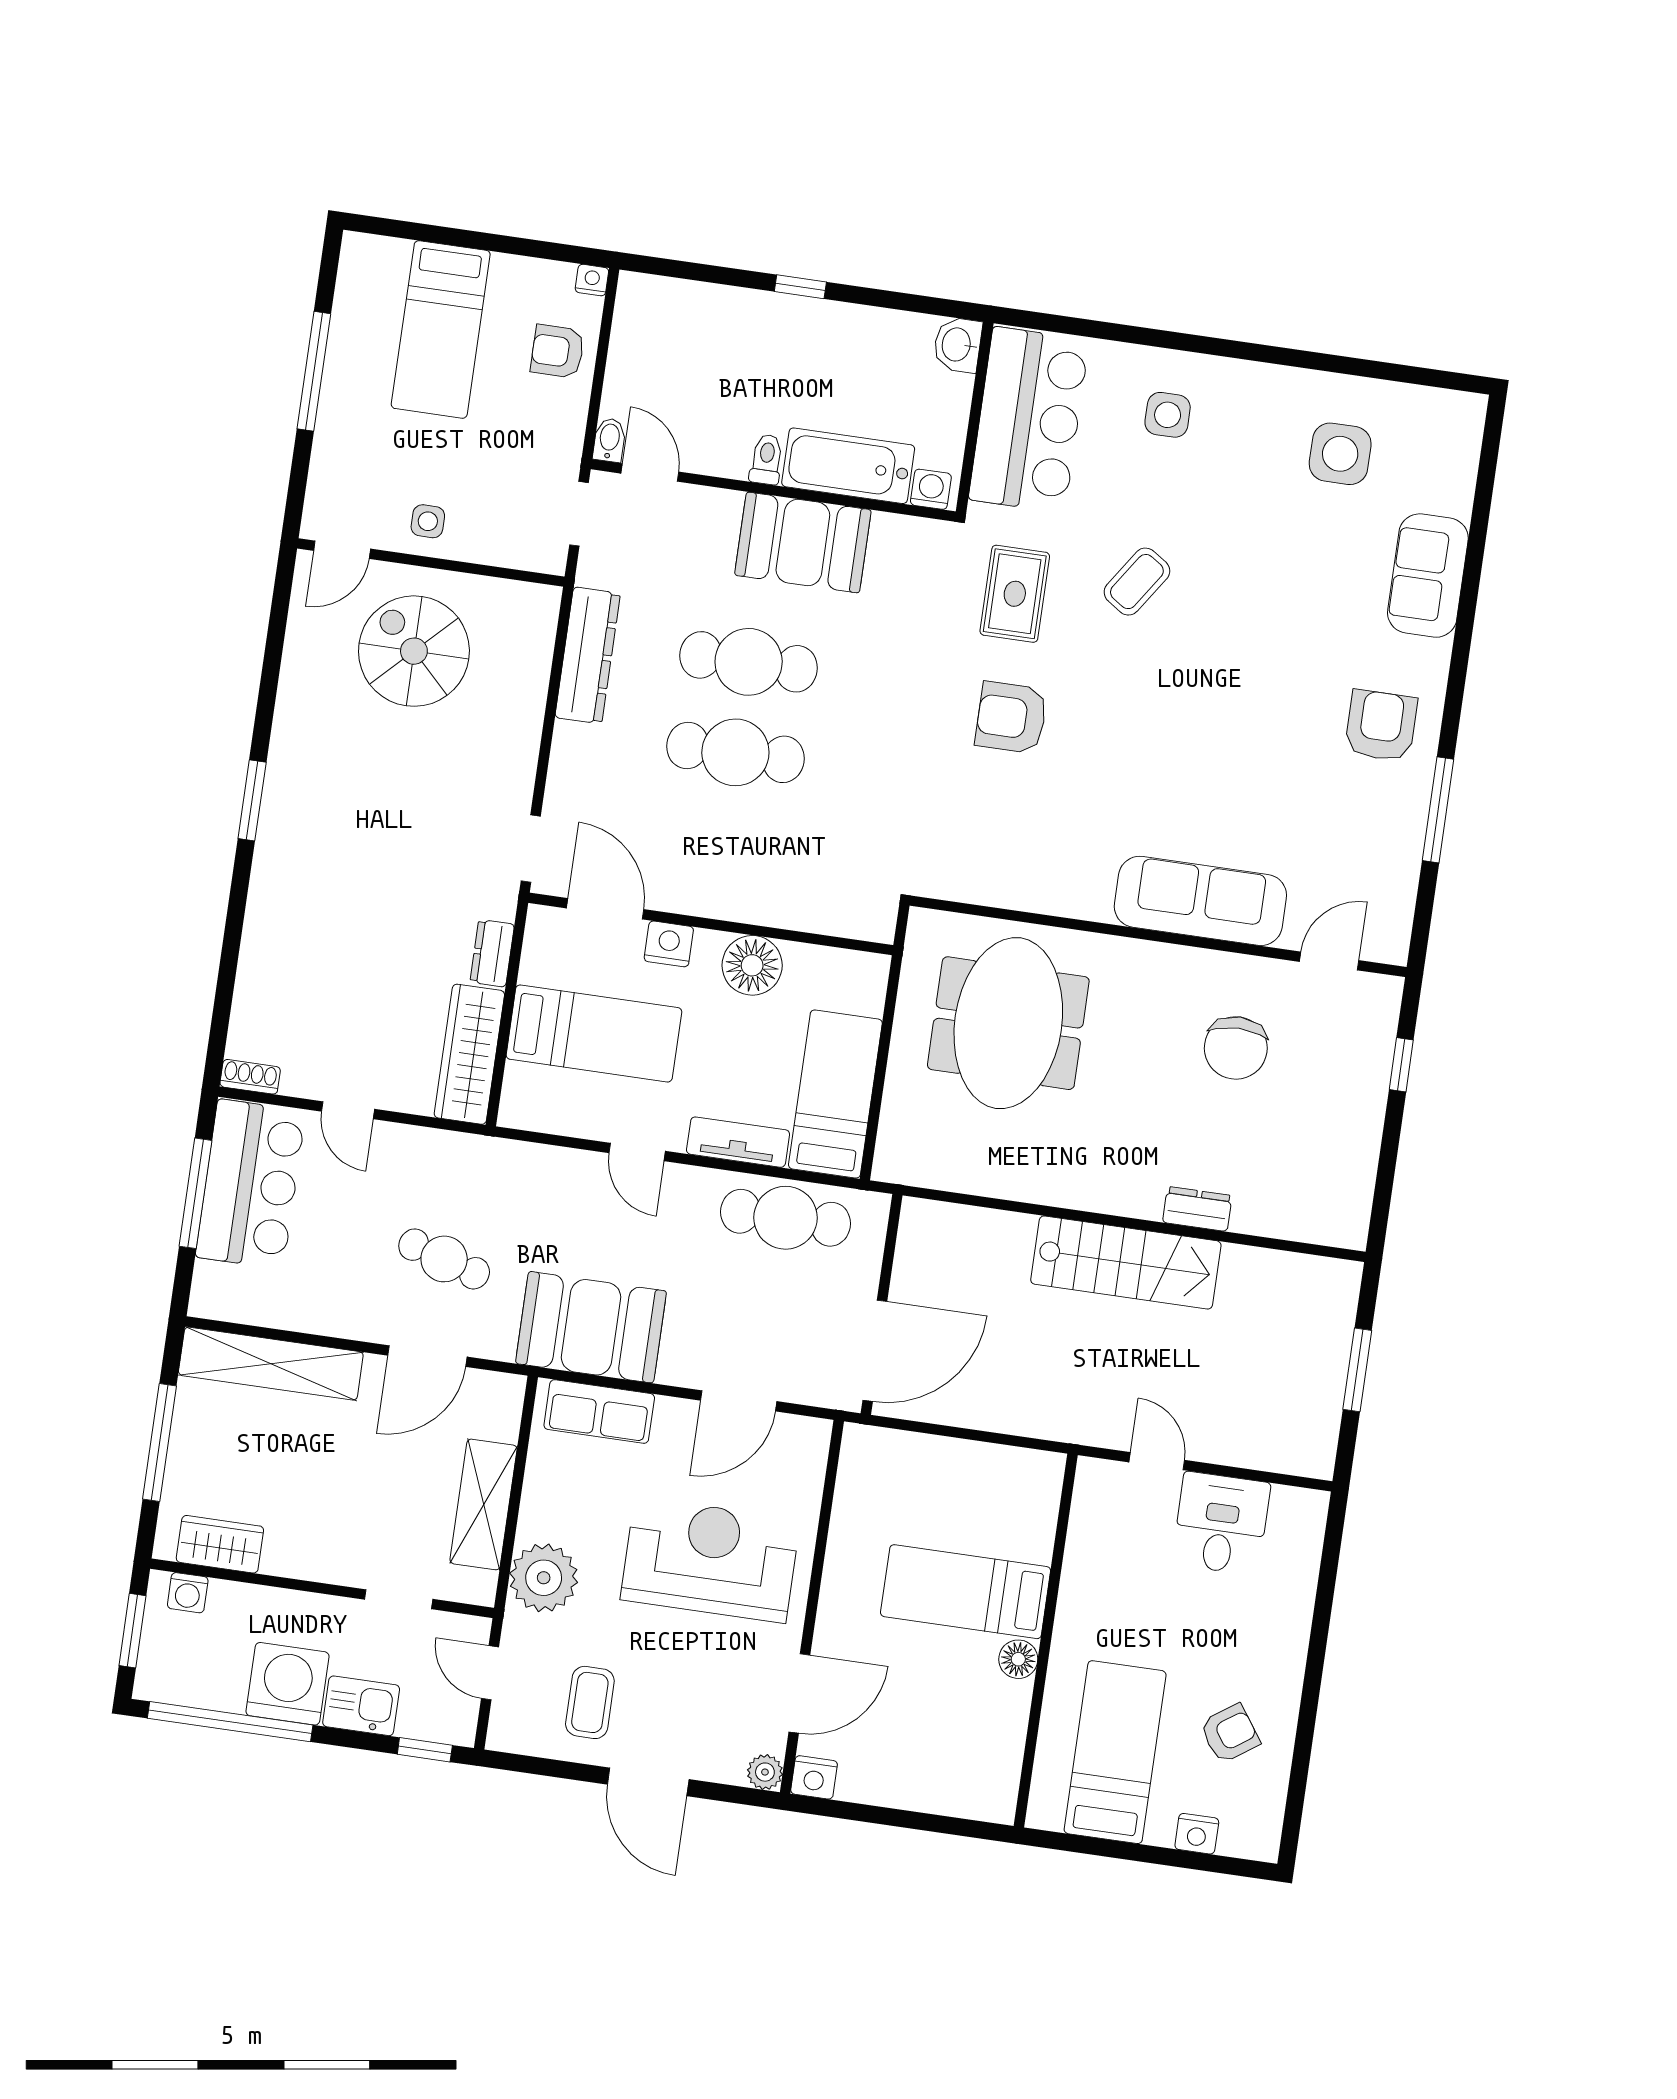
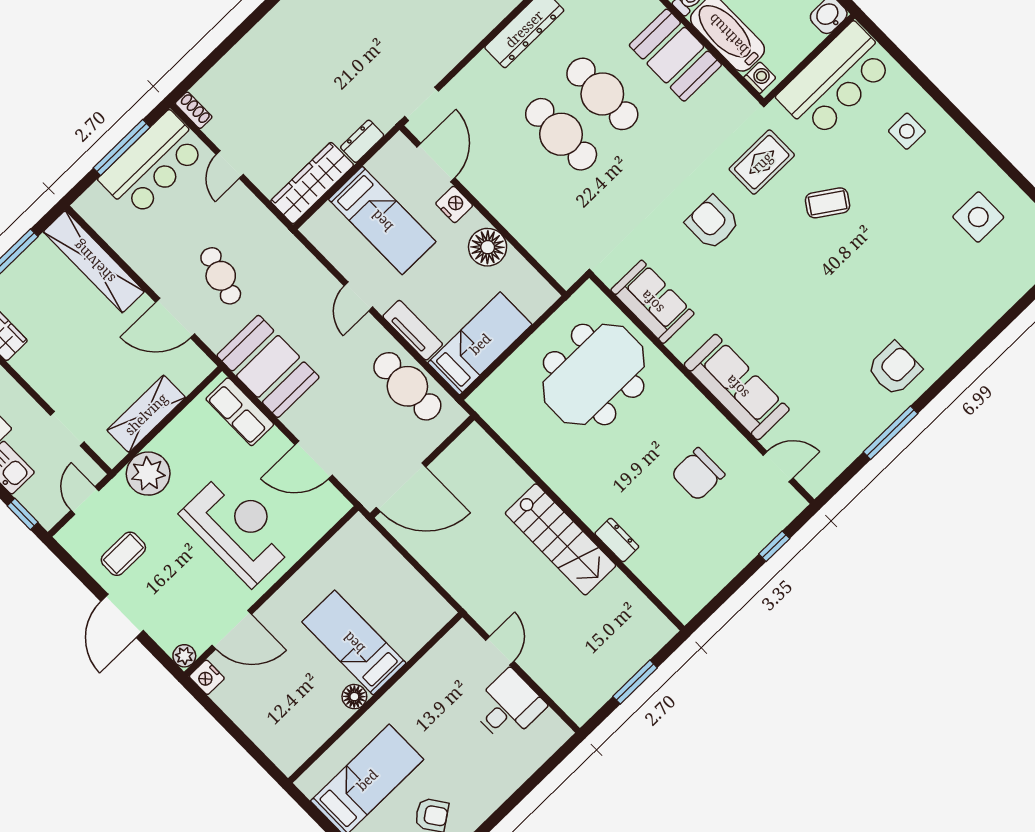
sofa: (1428, 576) -> (652, 302), moved, turned 90

